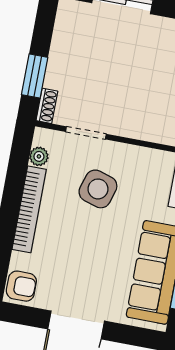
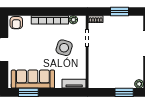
window: (35, 76) -> (120, 11), moved

